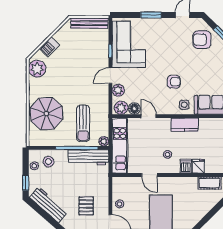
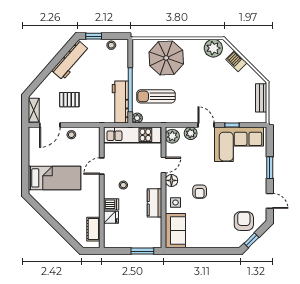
bench: (89, 23) -> (261, 98), width x0.73
floor lamp: (134, 109) -> (171, 180), moved
stool: (48, 162) -> (116, 60), removed

